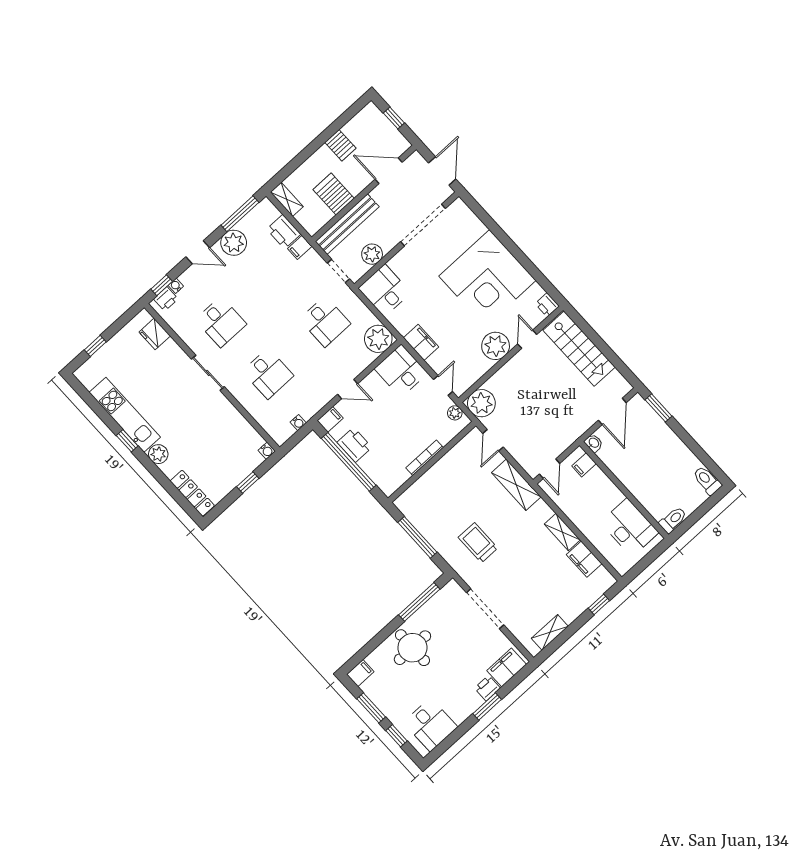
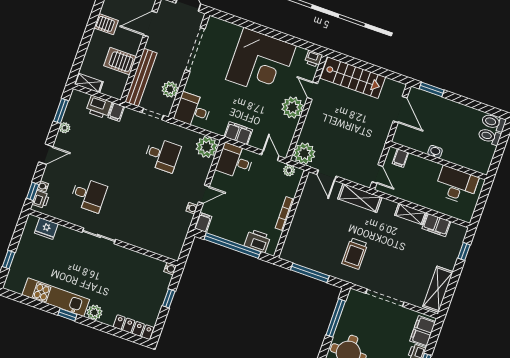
window: (240, 214) -> (61, 111), width x0.69
plant: (234, 243) -> (65, 128), width x0.53, depth x0.53
desk: (268, 373) -> (142, 213), removed
water cooler: (298, 423) -> (192, 208), moved
washbasin: (594, 443) -> (435, 152), moved
printer: (354, 445) -> (257, 241), moved
toilet: (673, 520) -> (489, 136), moved, turned -90
trolley: (478, 543) -> (355, 254), turned -90
shelving: (550, 632) -> (438, 289), width x1.50, depth x1.33

